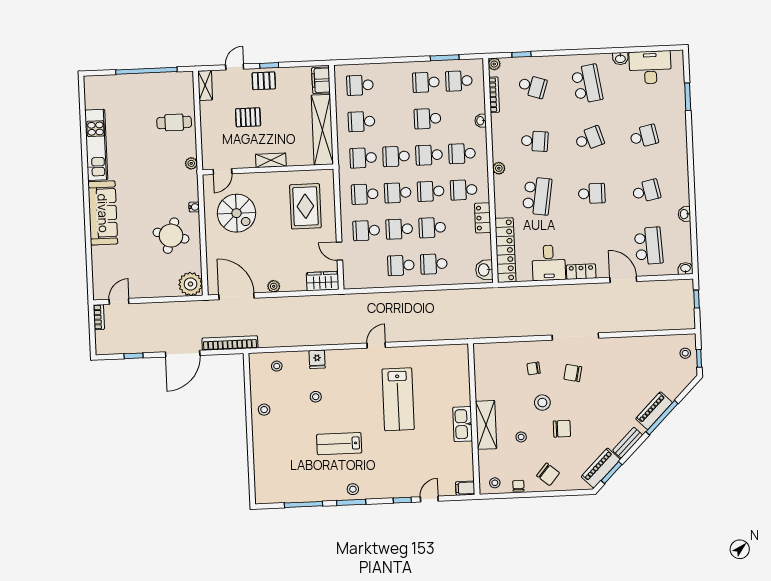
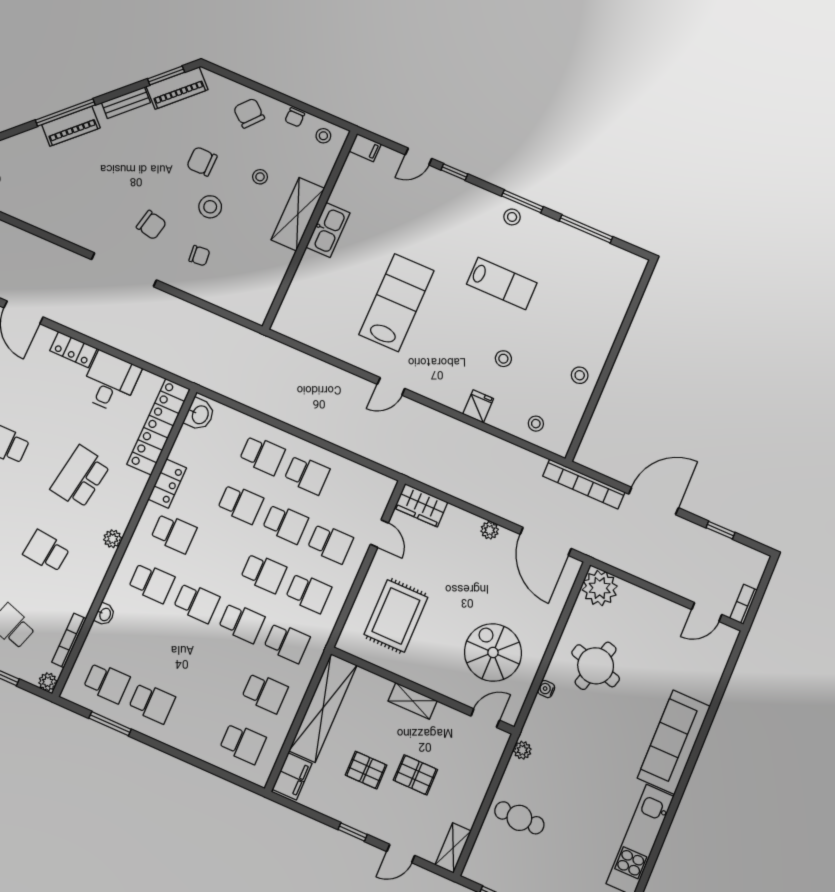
pallet: (264, 81) -> (366, 770), moved
school desk: (428, 119) -> (174, 652), removed
school desk: (431, 191) -> (219, 553), removed

